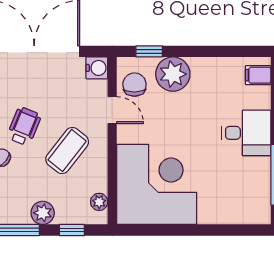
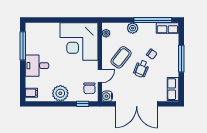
plant: (173, 74) -> (60, 93), moved
door: (112, 110) -> (100, 76), swing flipped
window: (72, 230) -> (119, 20), removed

